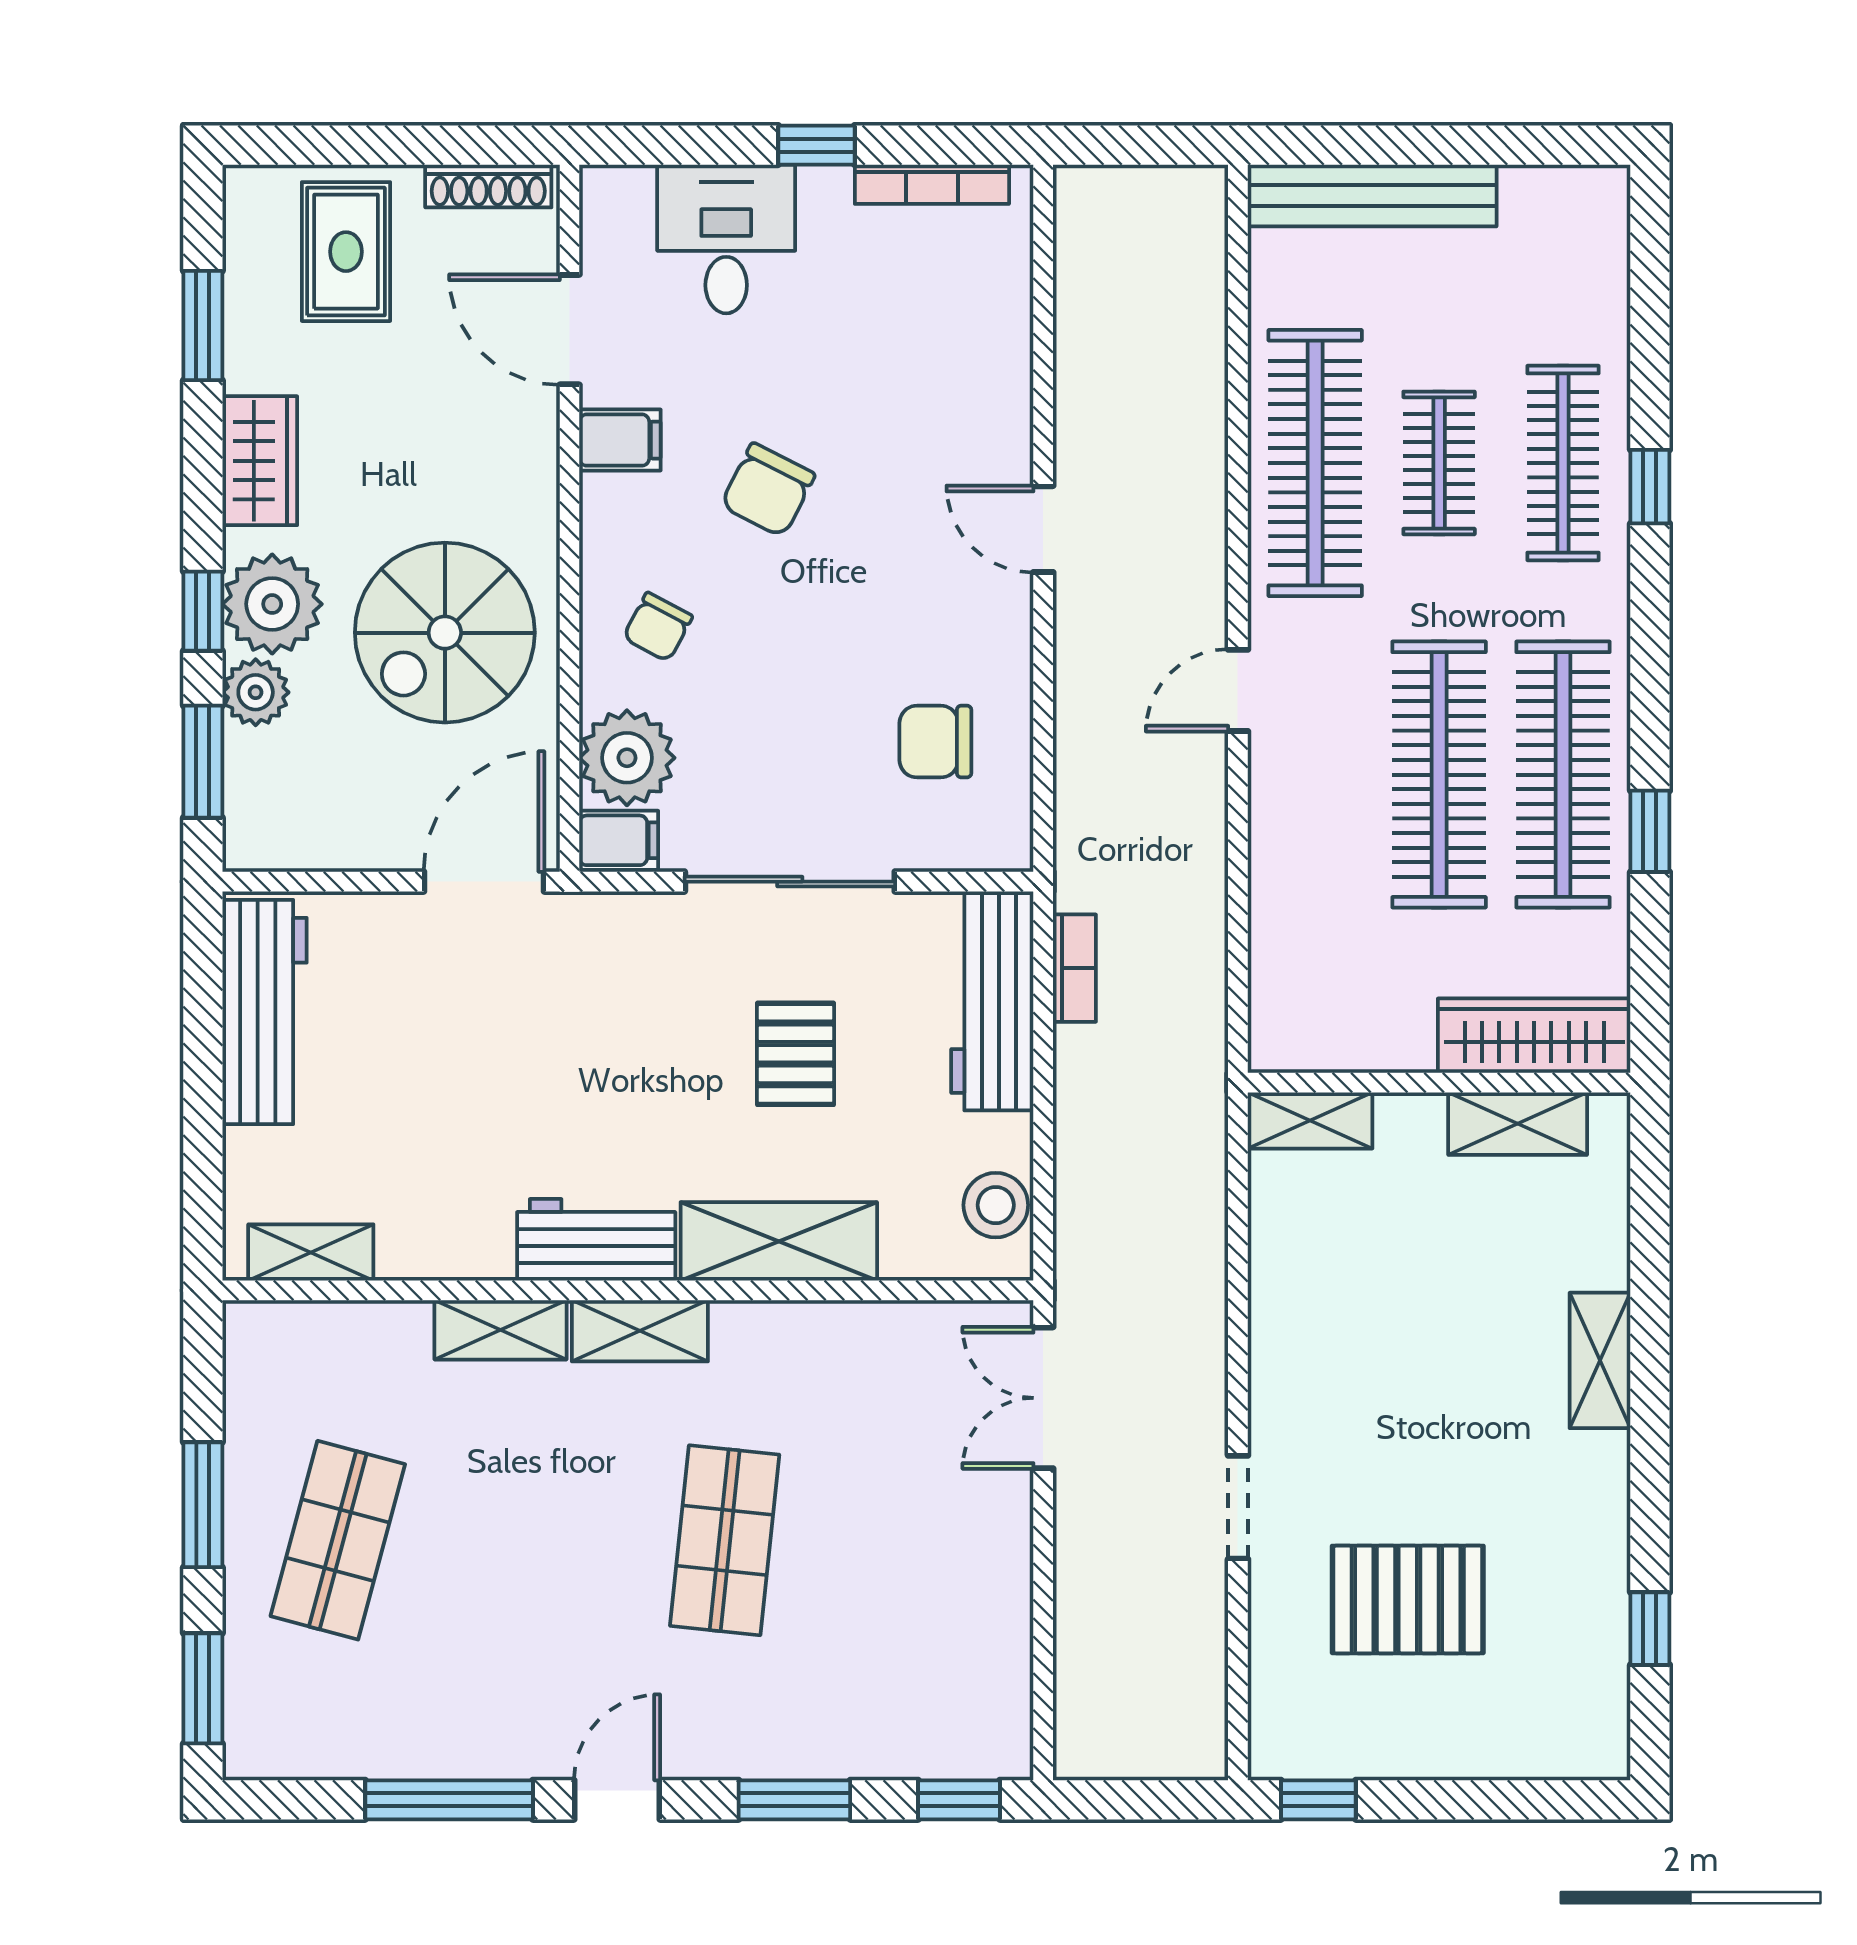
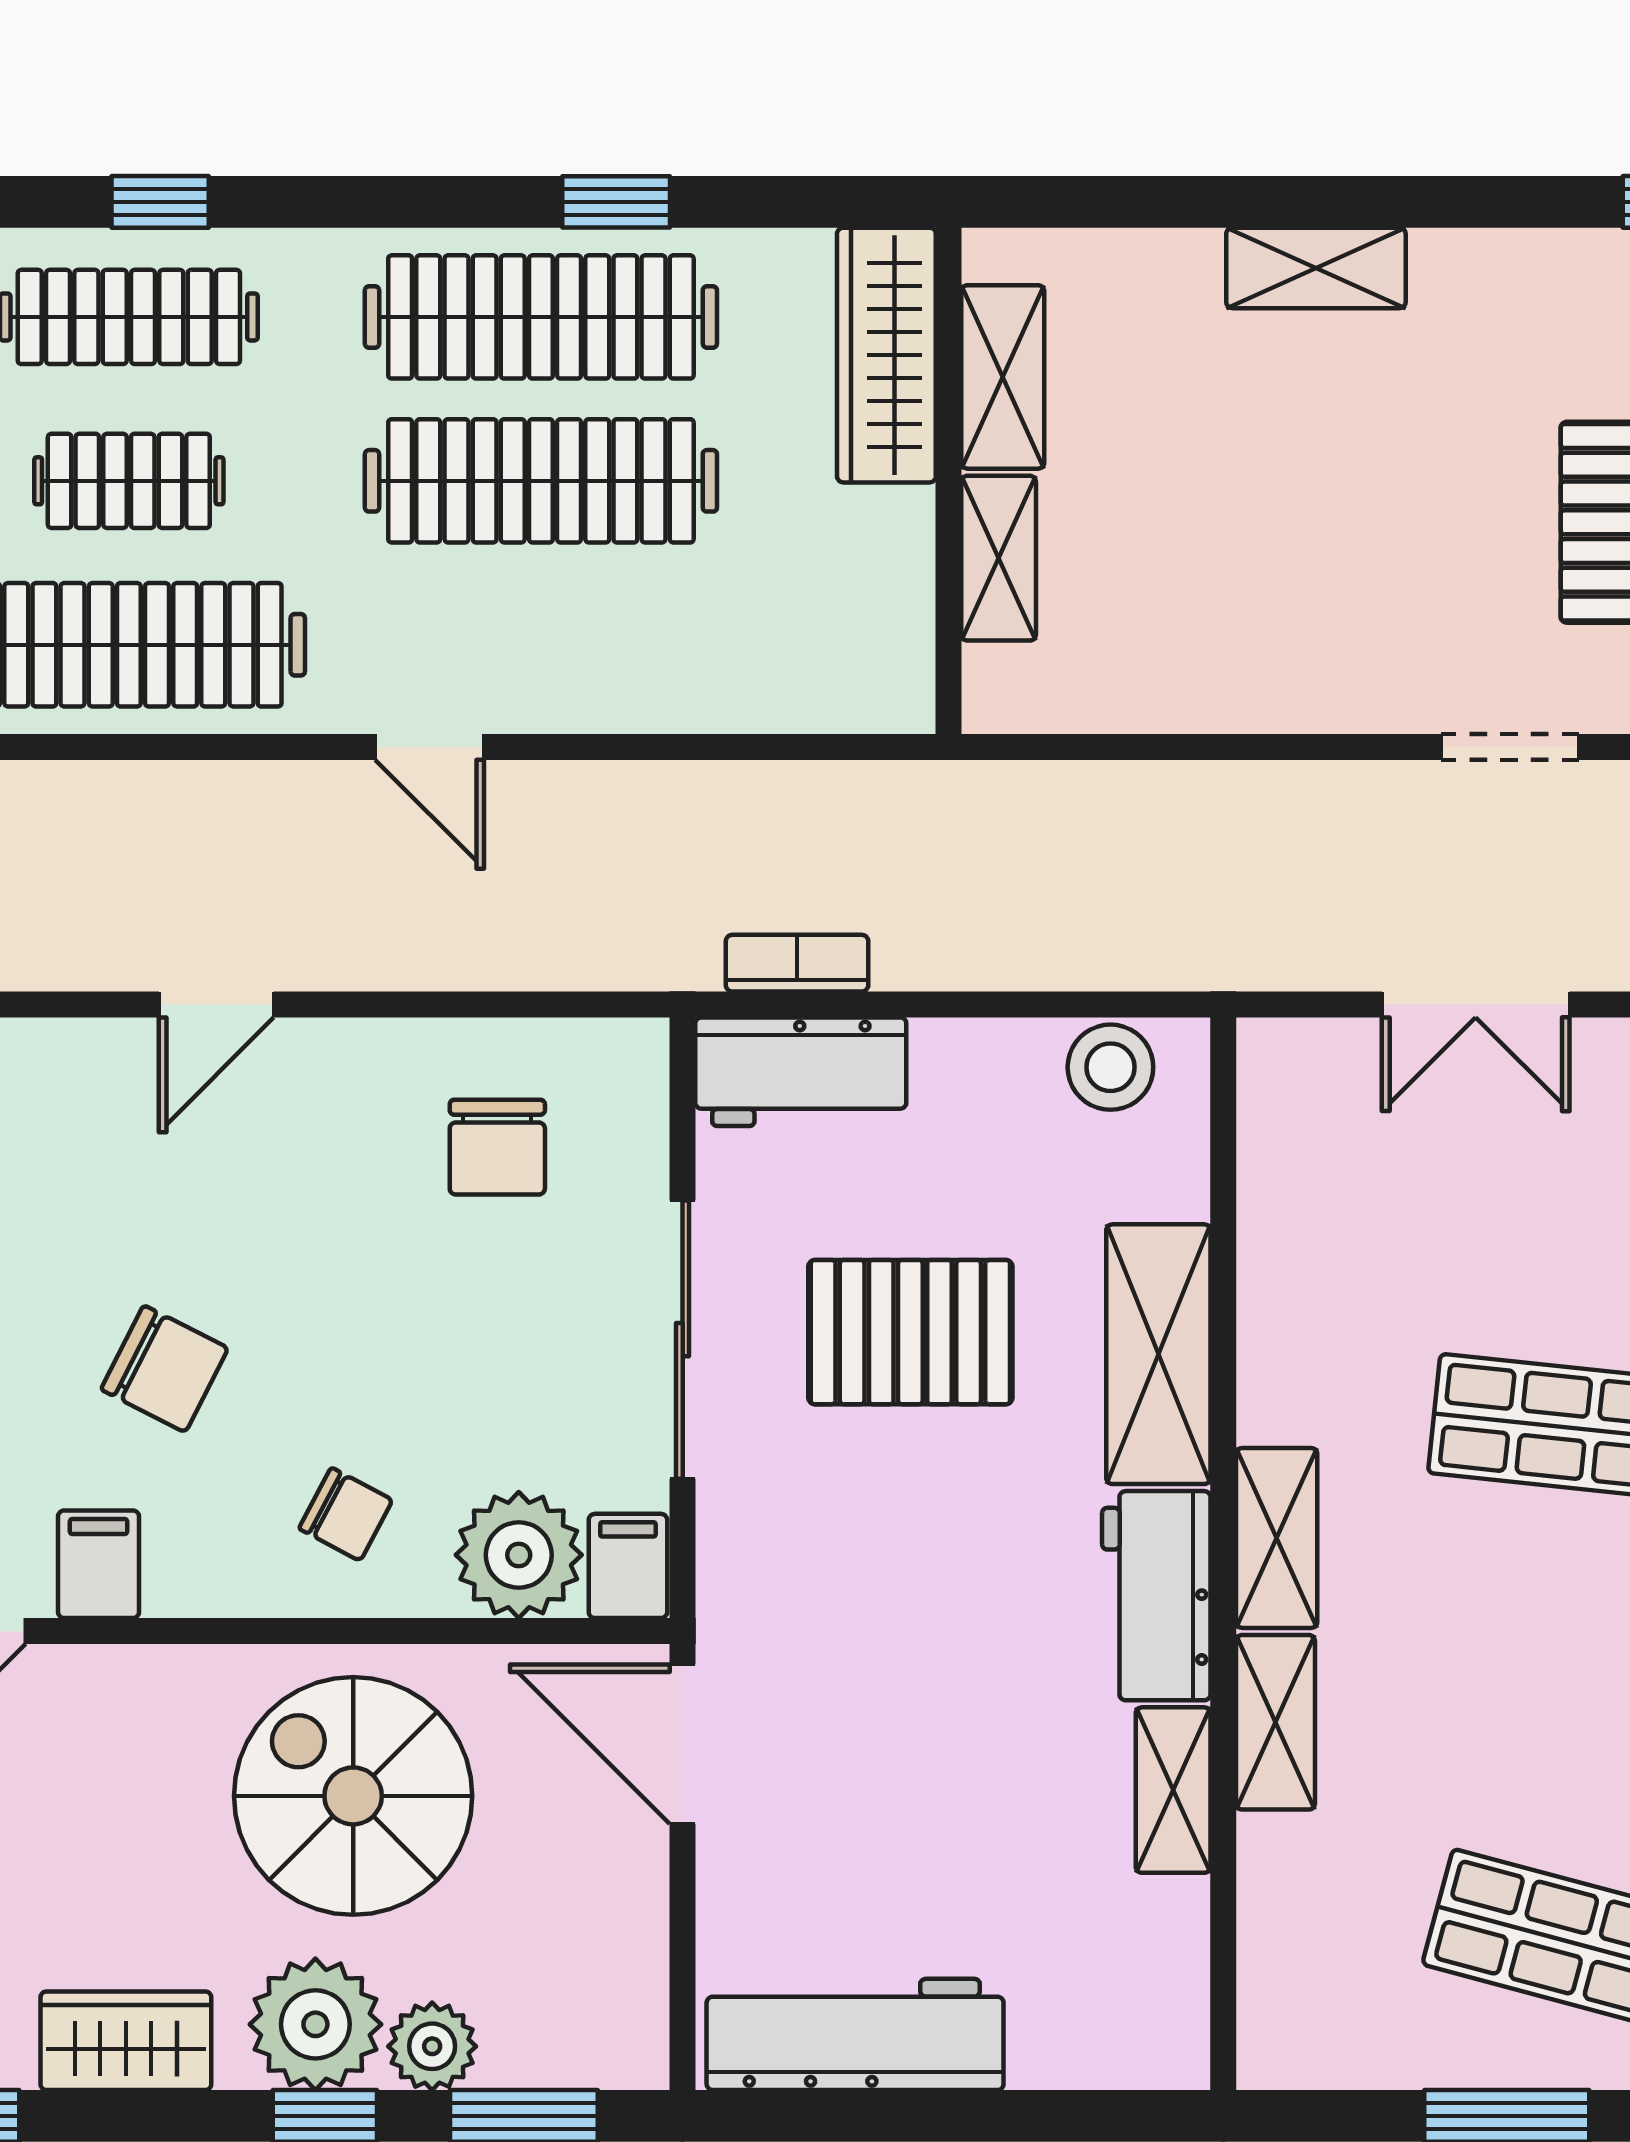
spiral stairs: (445, 633) -> (353, 1796), turned 180
workbench: (992, 1001) -> (801, 1072), width x0.73
pallet: (795, 1054) -> (910, 1332), width x1.50, depth x1.42
shelving: (1310, 1121) -> (999, 558), moved
shelving: (311, 1252) -> (1173, 1790), moved
double door: (1043, 1398) -> (1476, 1004), moved

